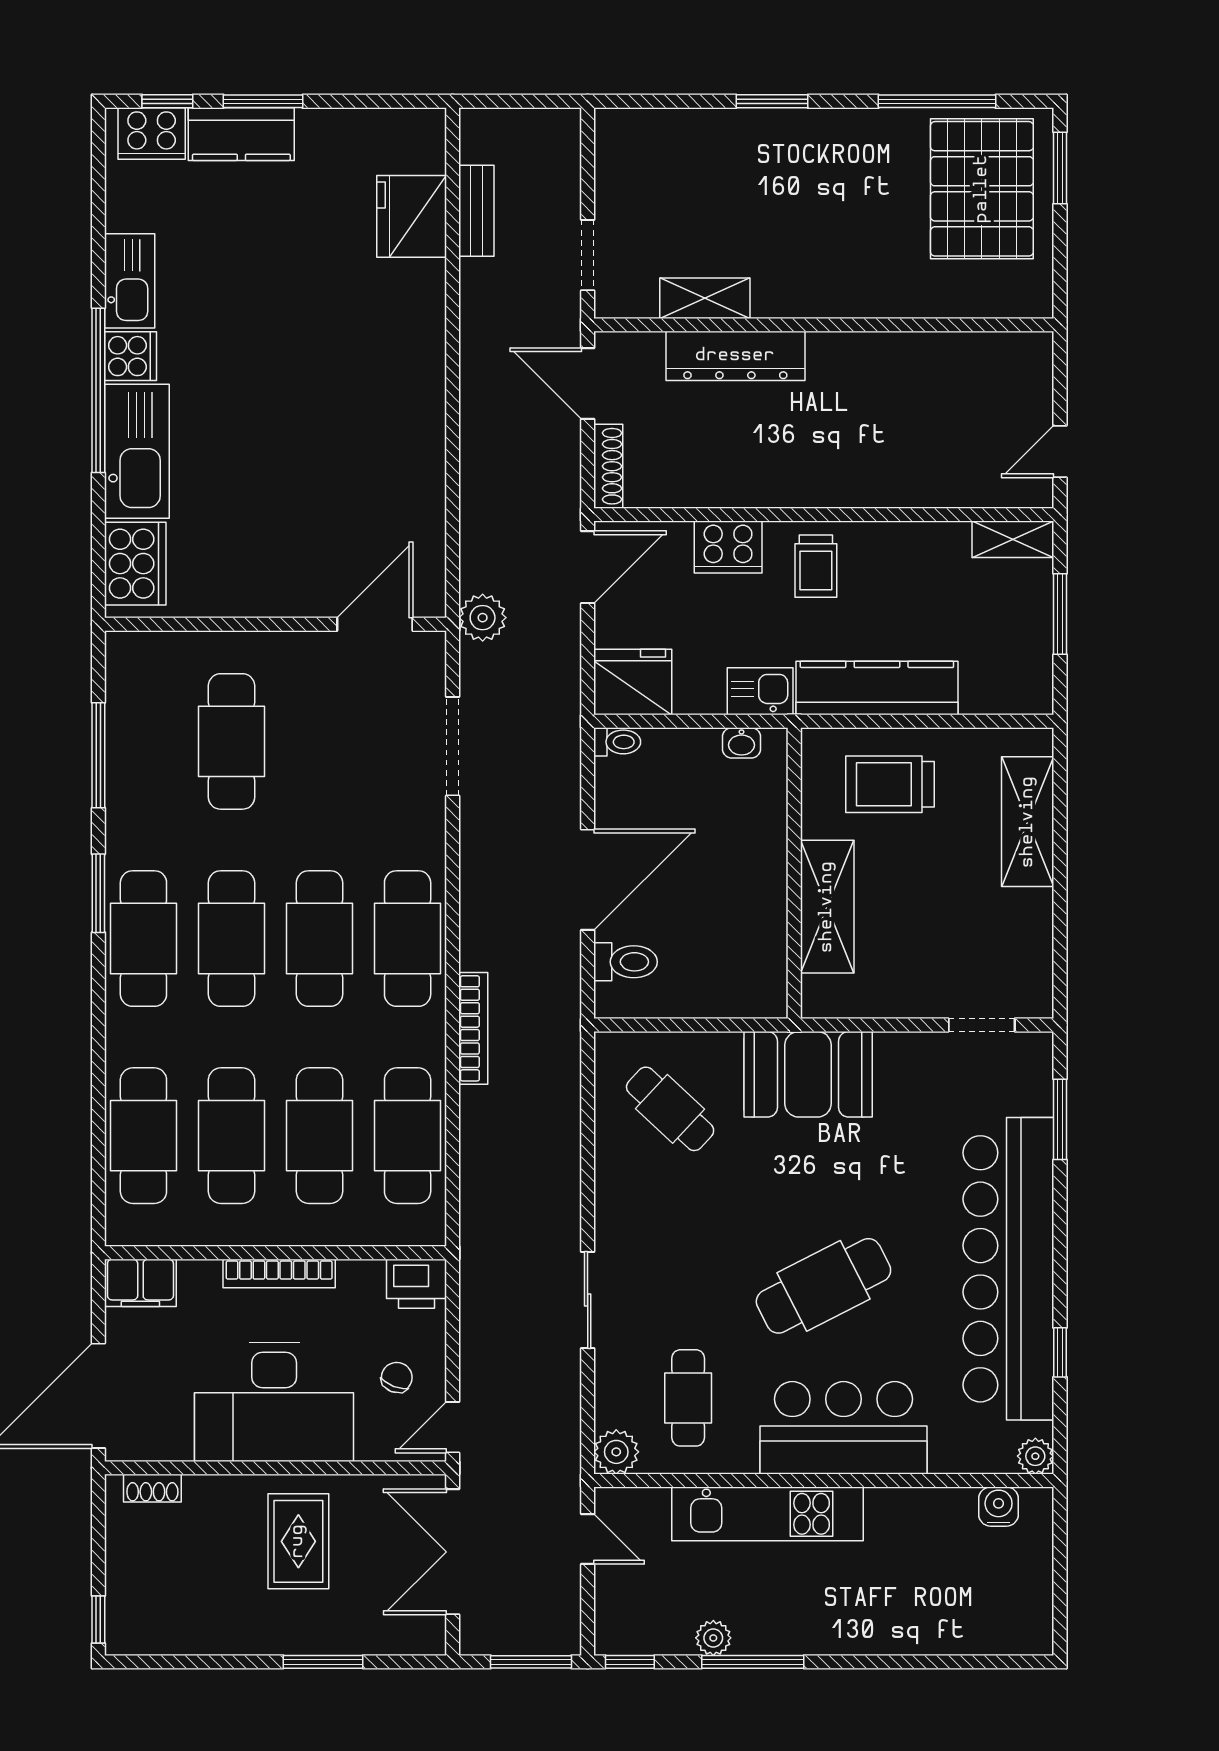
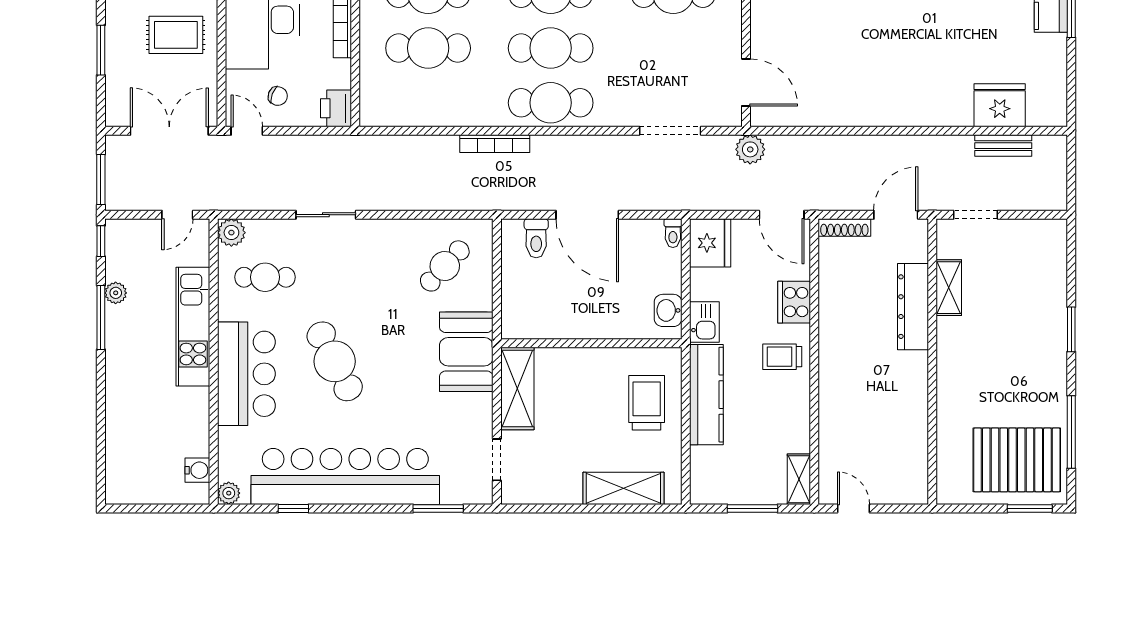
washbasin: (741, 743) -> (668, 310), width x1.38, depth x1.45
shelving: (827, 907) -> (517, 389), moved, turned 90
cafe table: (408, 1136) -> (428, 103), removed

